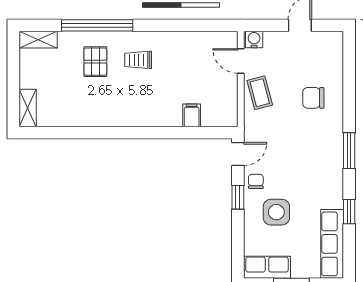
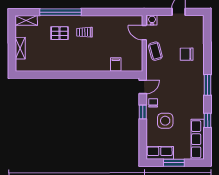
pallet: (95, 62) -> (60, 33), turned 90
shelving: (28, 108) -> (20, 48), moved

